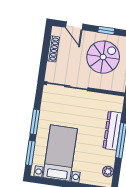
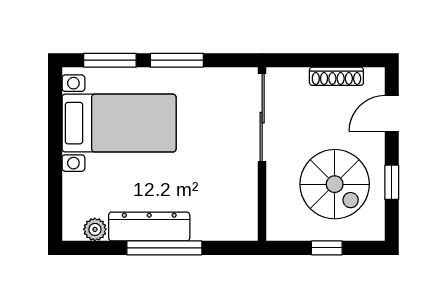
dresser: (112, 131) -> (149, 227), moved

